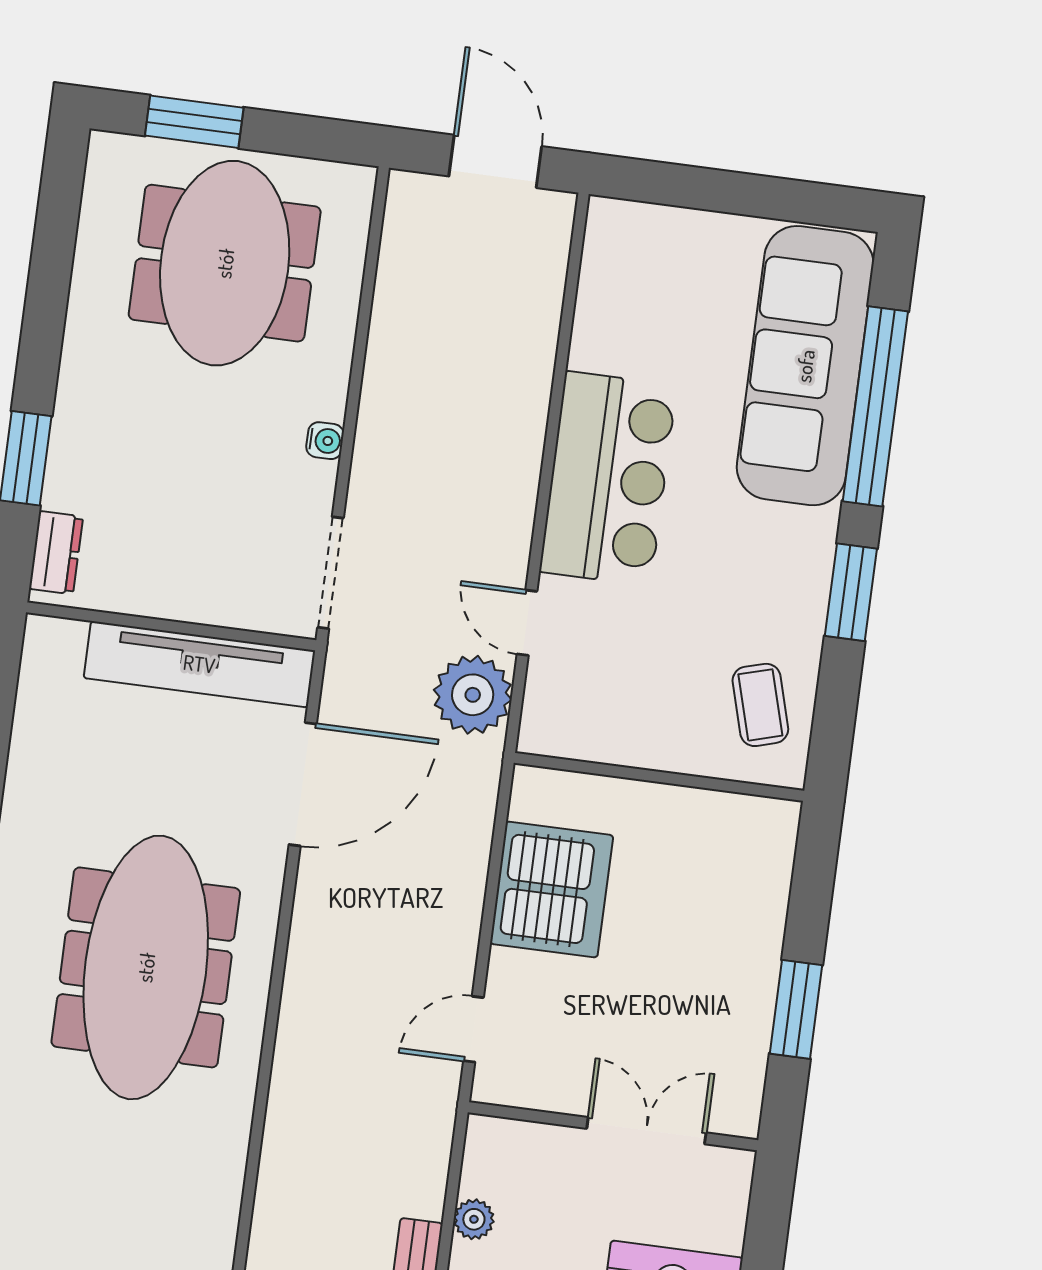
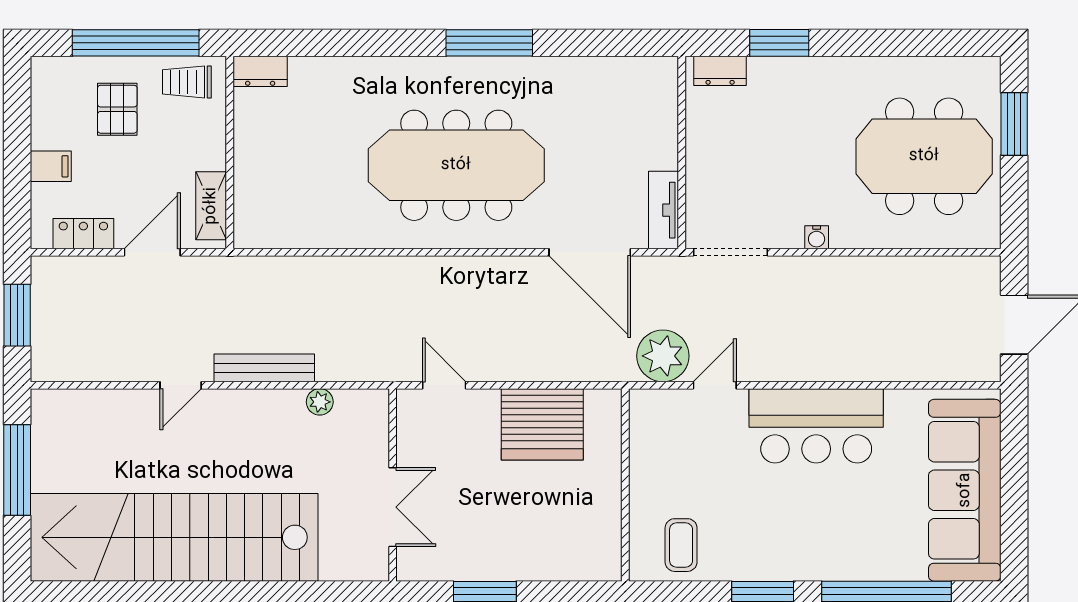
sofa: (805, 366) -> (965, 490), moved, turned -90
tv unit: (199, 664) -> (664, 210), width x0.52, depth x0.78
coffee table: (760, 705) -> (681, 545), turned -74

